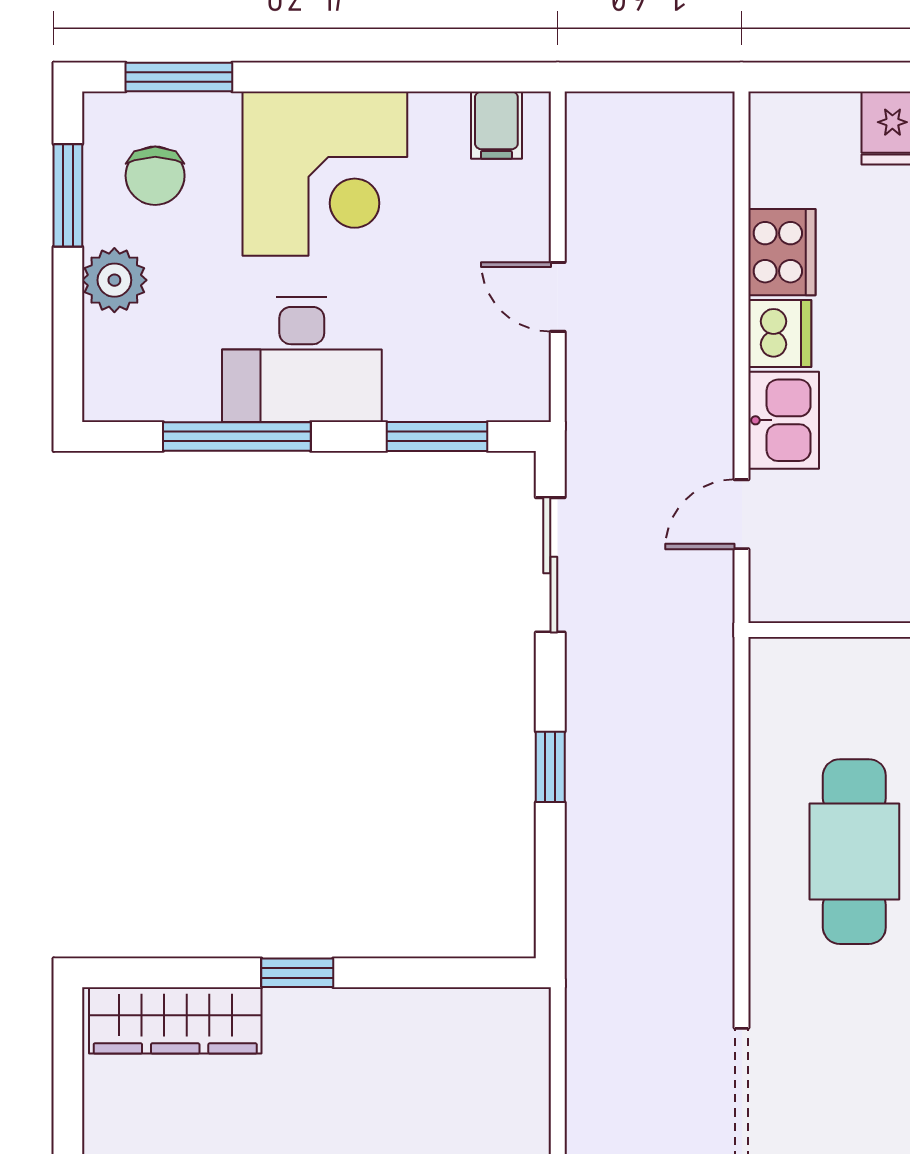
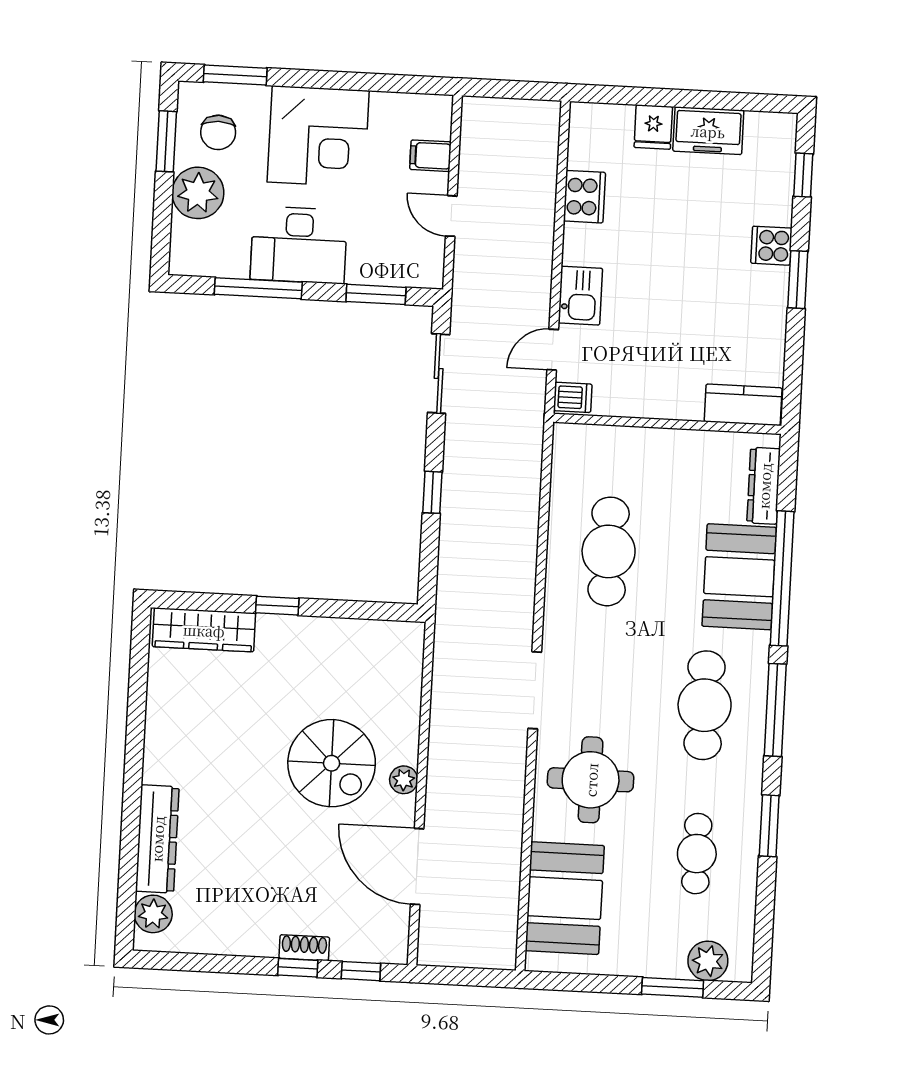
filing cabinet: (496, 125) -> (430, 156), moved, turned 90
plant: (114, 280) -> (198, 193), width x1.36, depth x1.36
dishwasher: (780, 334) -> (573, 397), moved, width x0.73

